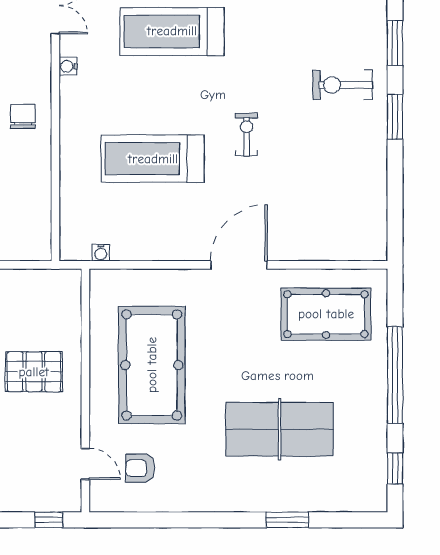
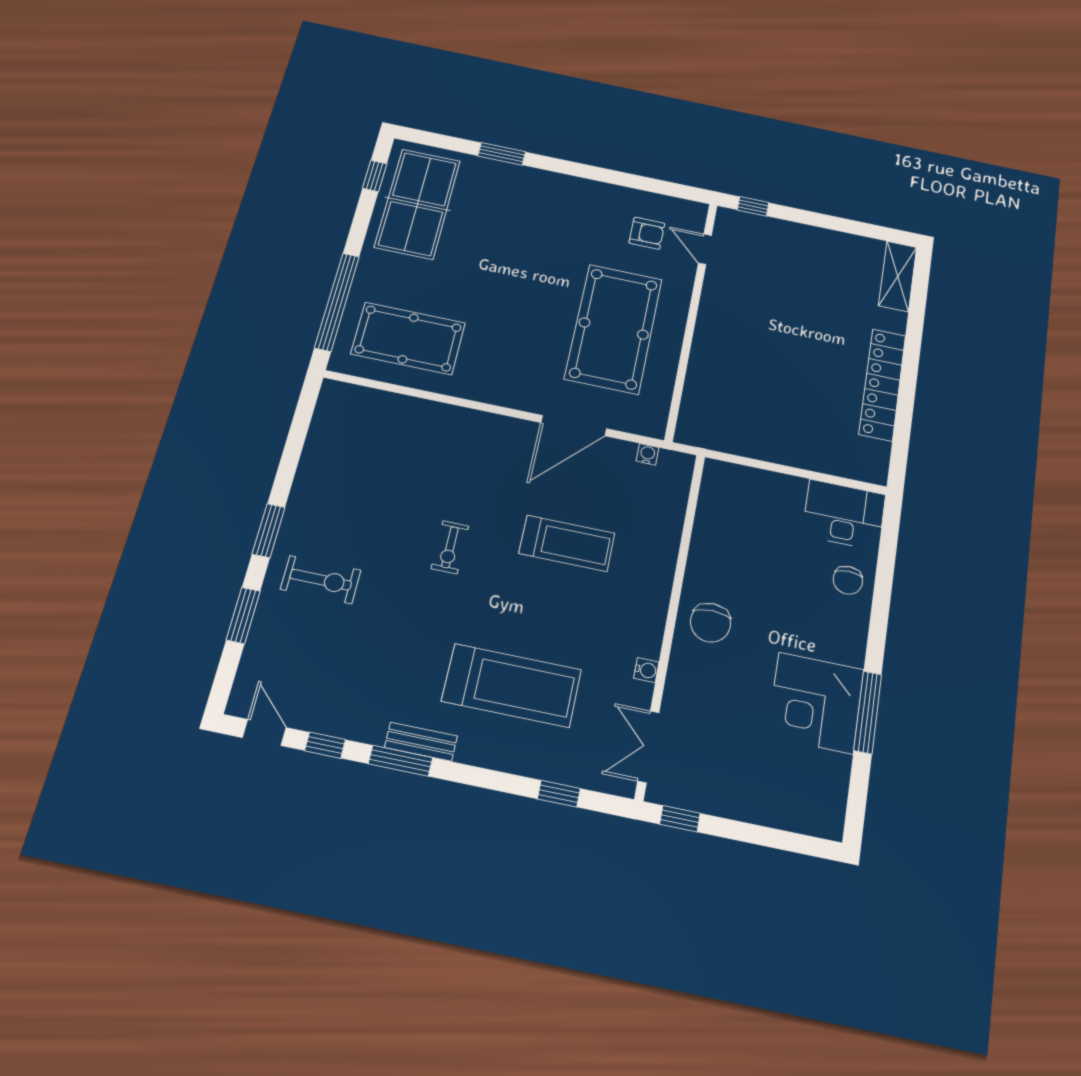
chair: (23, 117) -> (711, 623), width x1.37, depth x1.37
treadmill: (153, 159) -> (567, 543), width x0.73, depth x0.73
door: (239, 265) -> (574, 426), moved
pallet: (34, 372) -> (745, 349), removed
window: (395, 375) -> (337, 302), moved
table tennis table: (279, 429) -> (418, 204), moved, turned 90

